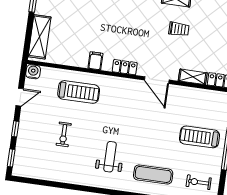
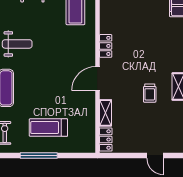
filing cabinet: (95, 61) -> (108, 17), removed
treadmill: (199, 137) -> (48, 128), turned -90

